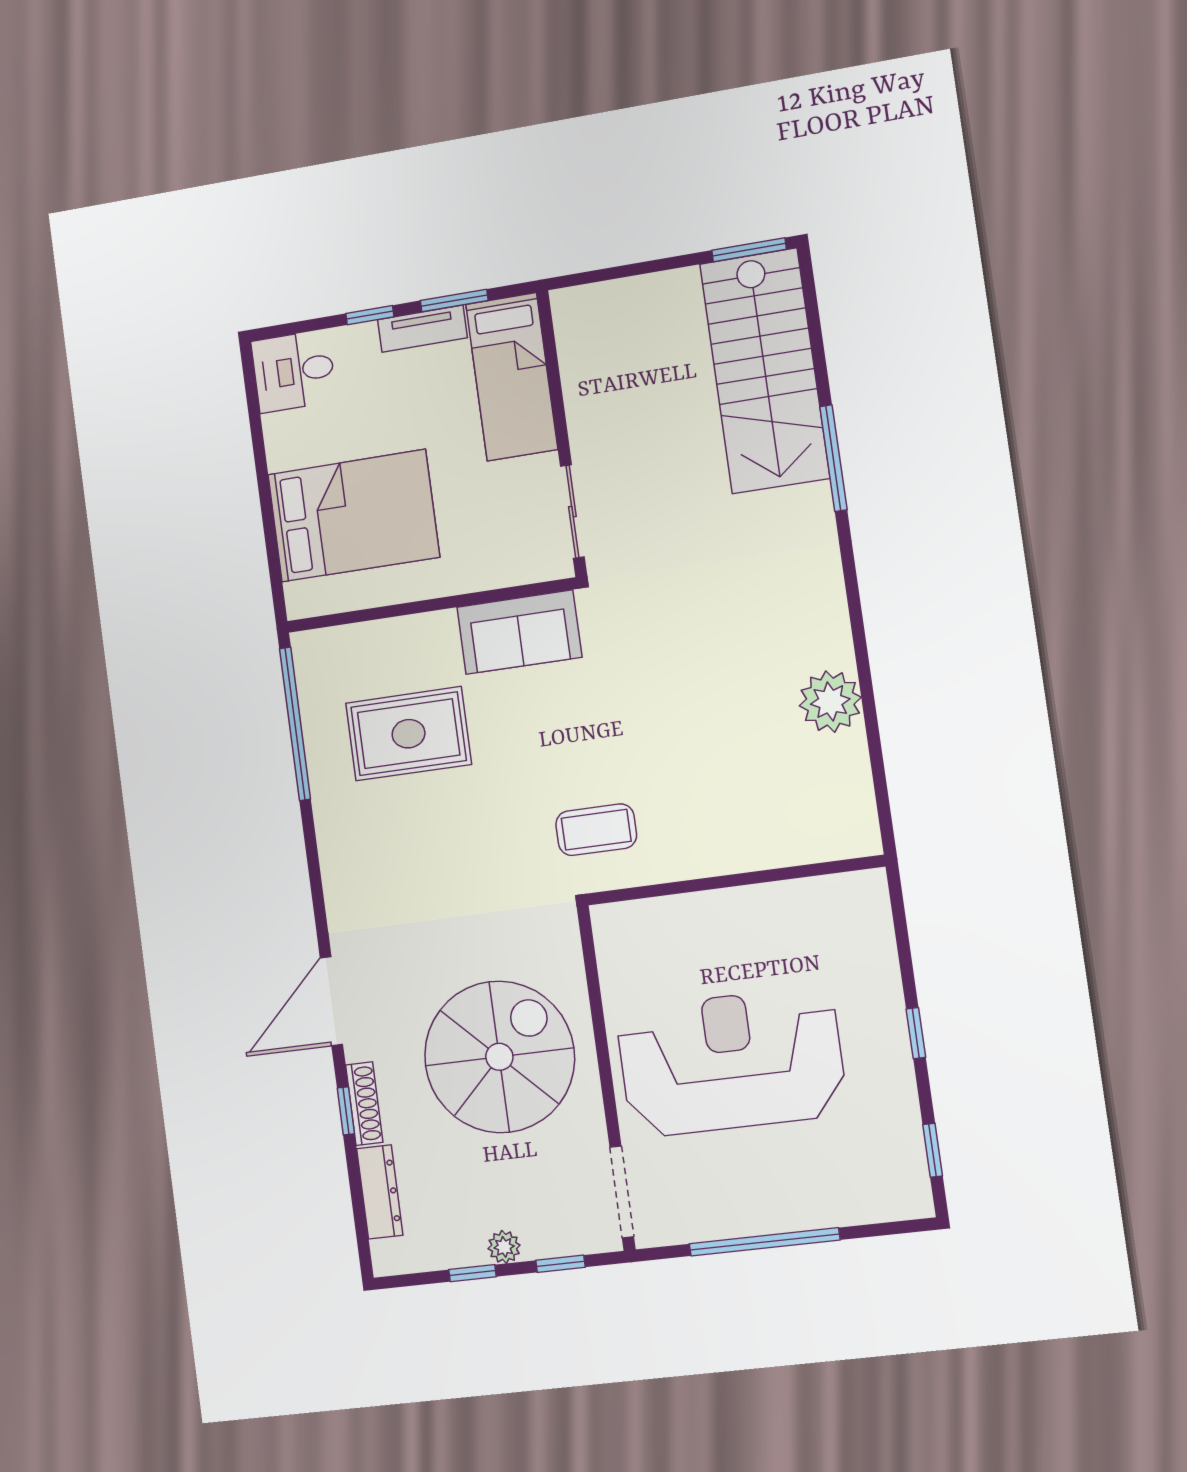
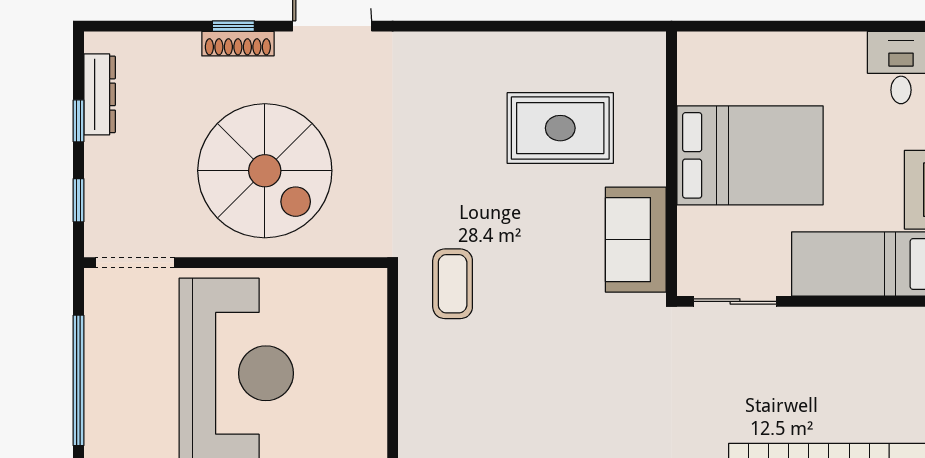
bed: (353, 516) -> (750, 155), moved, turned -90
window: (295, 724) -> (584, 26), removed
rug: (409, 734) -> (560, 128), turned 90
dresser: (380, 1192) -> (100, 94), moved, turned -90
plant: (504, 1247) -> (98, 152), removed

